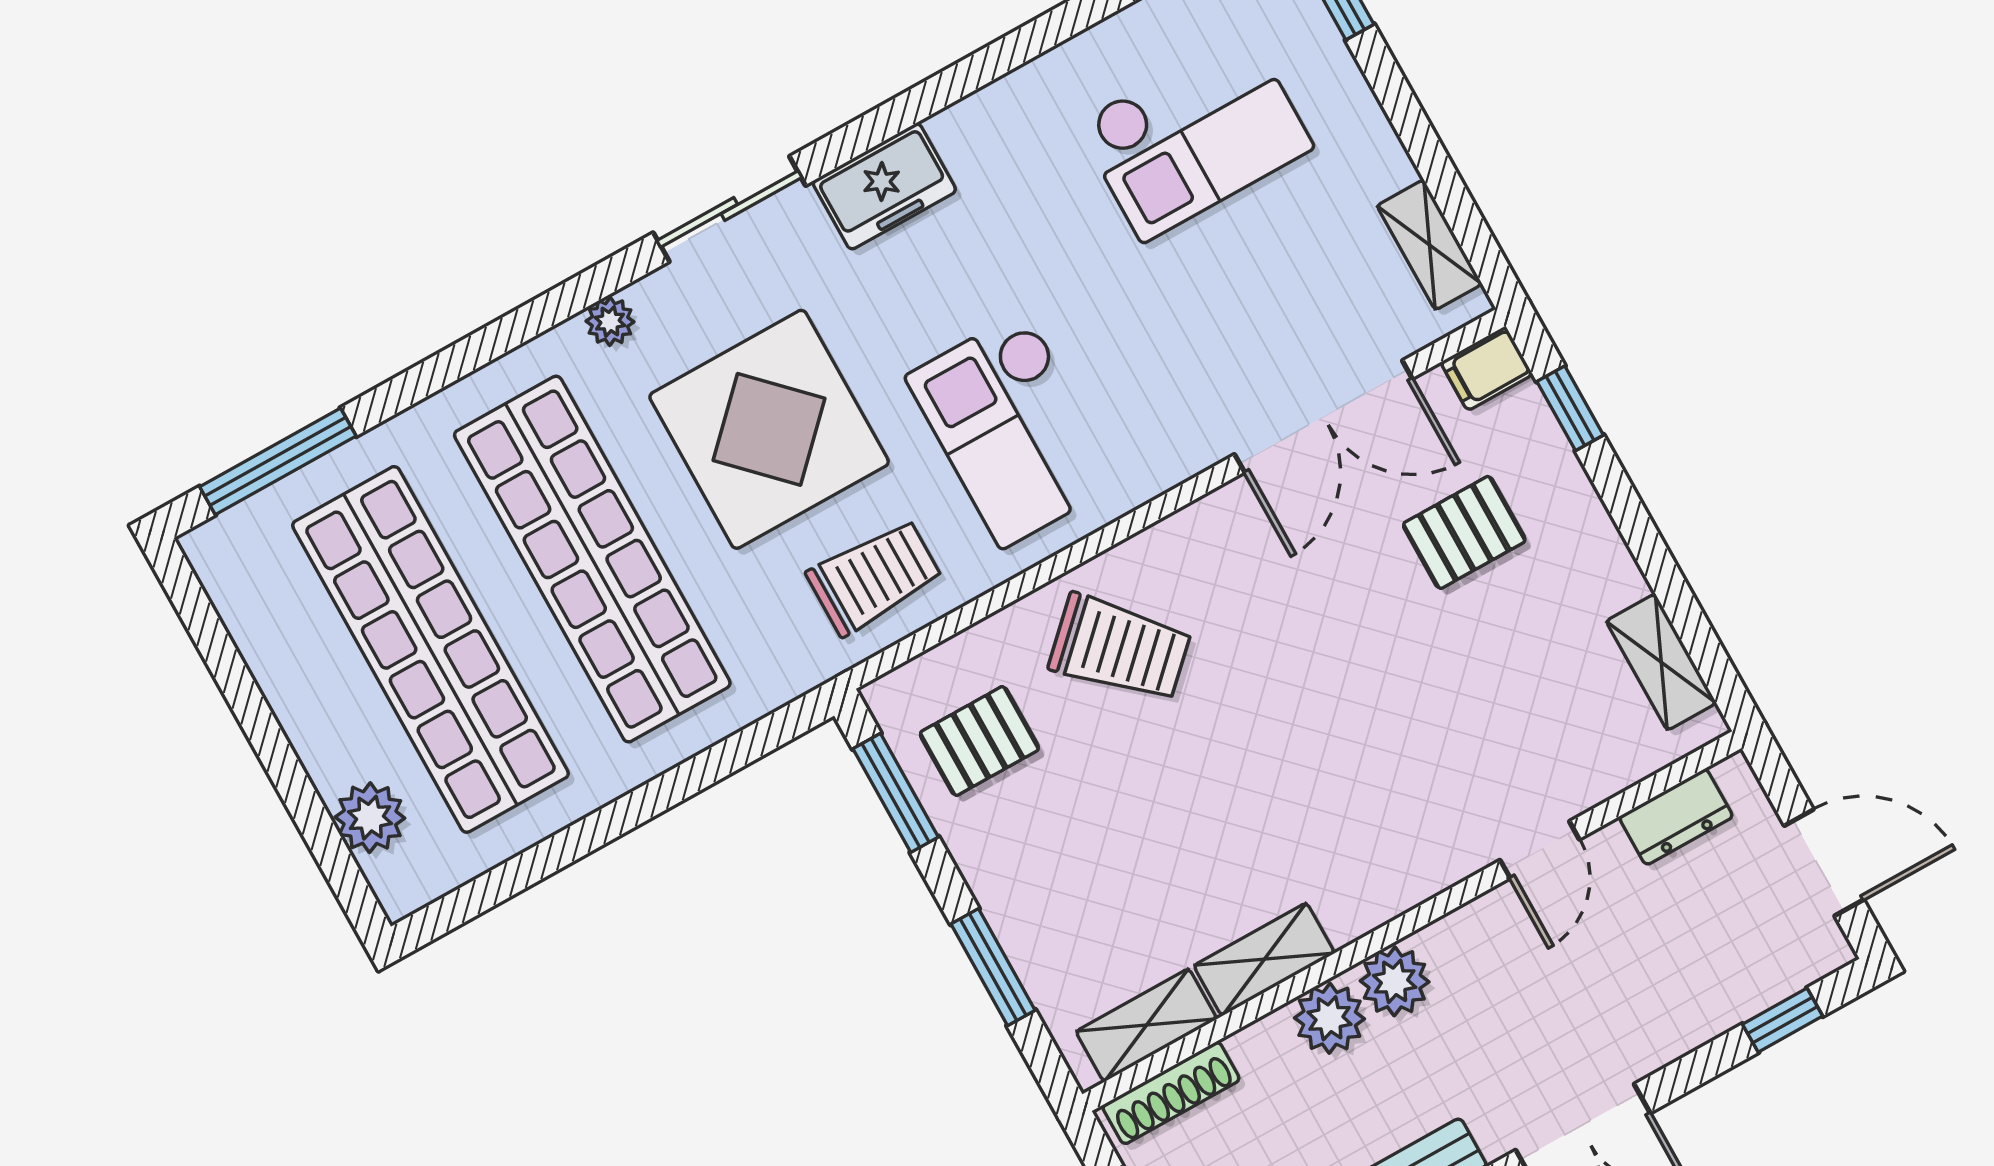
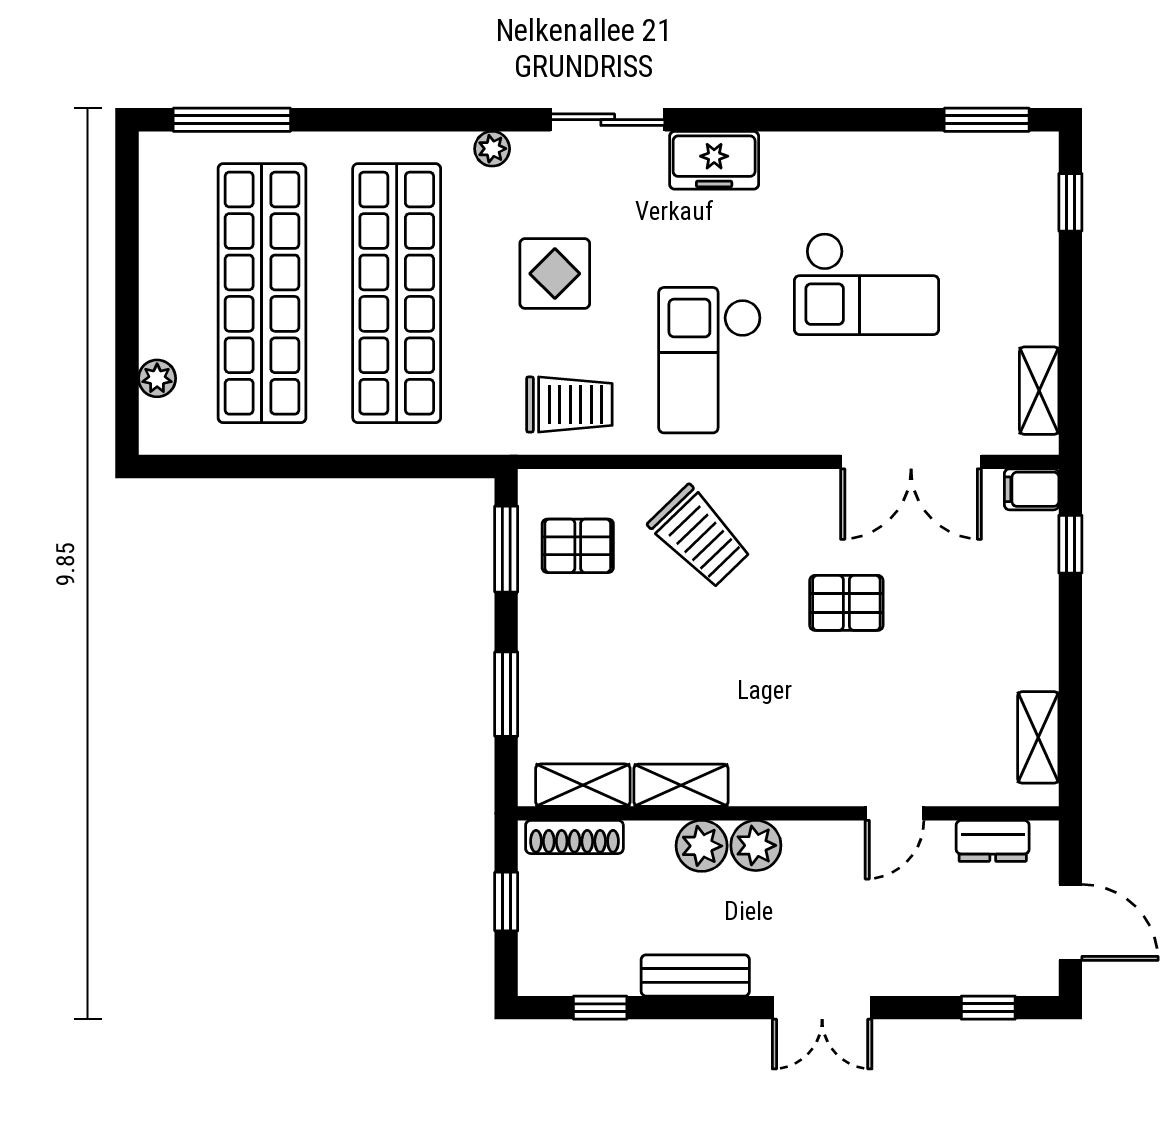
checkout: (1195, 135) -> (866, 284), moved
display table: (769, 429) -> (555, 274), width x0.54, depth x0.54
pallet: (1464, 532) -> (846, 603), moved
plant: (370, 818) -> (157, 378), width x0.73, depth x0.73

